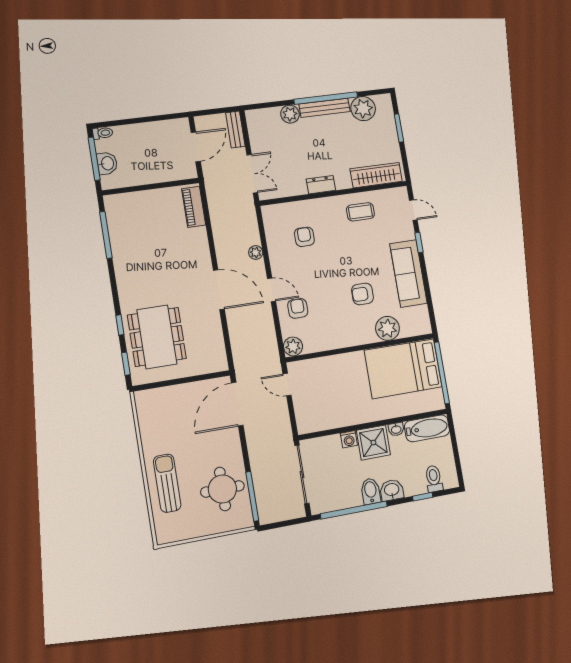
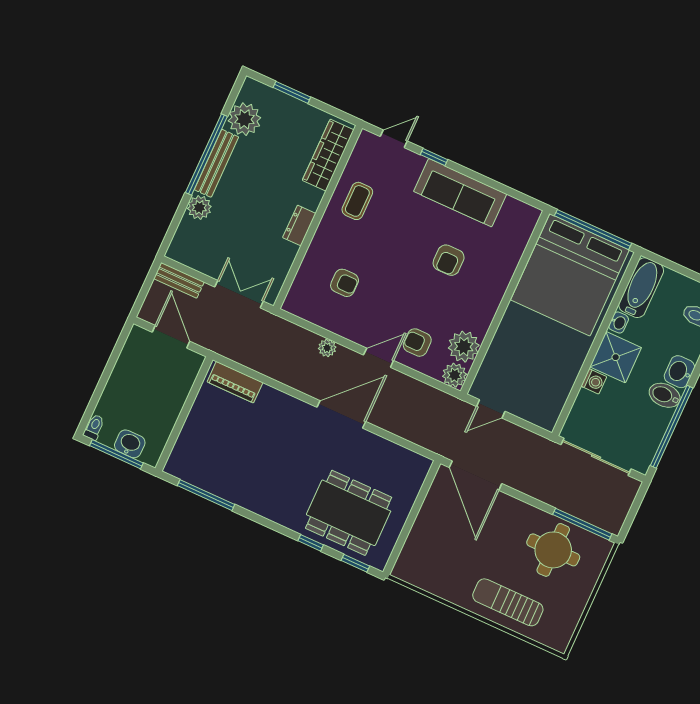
armchair: (304, 237) -> (345, 283), turned 180
plant: (387, 328) -> (464, 347), moved
bed: (403, 369) -> (570, 275), width x1.36

